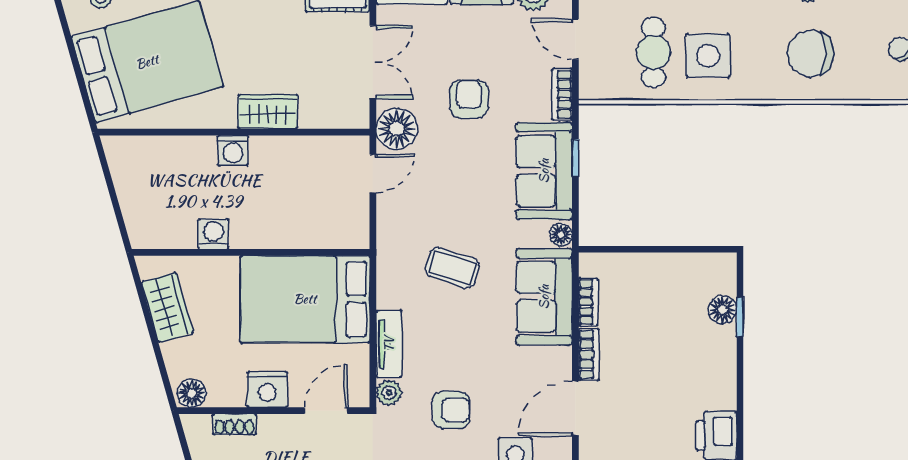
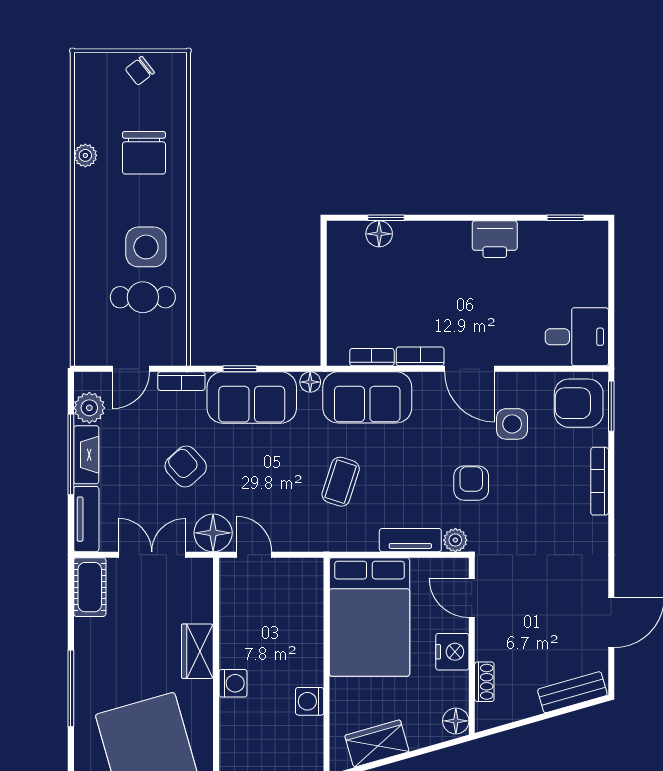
armchair: (469, 99) -> (186, 467), turned 48

